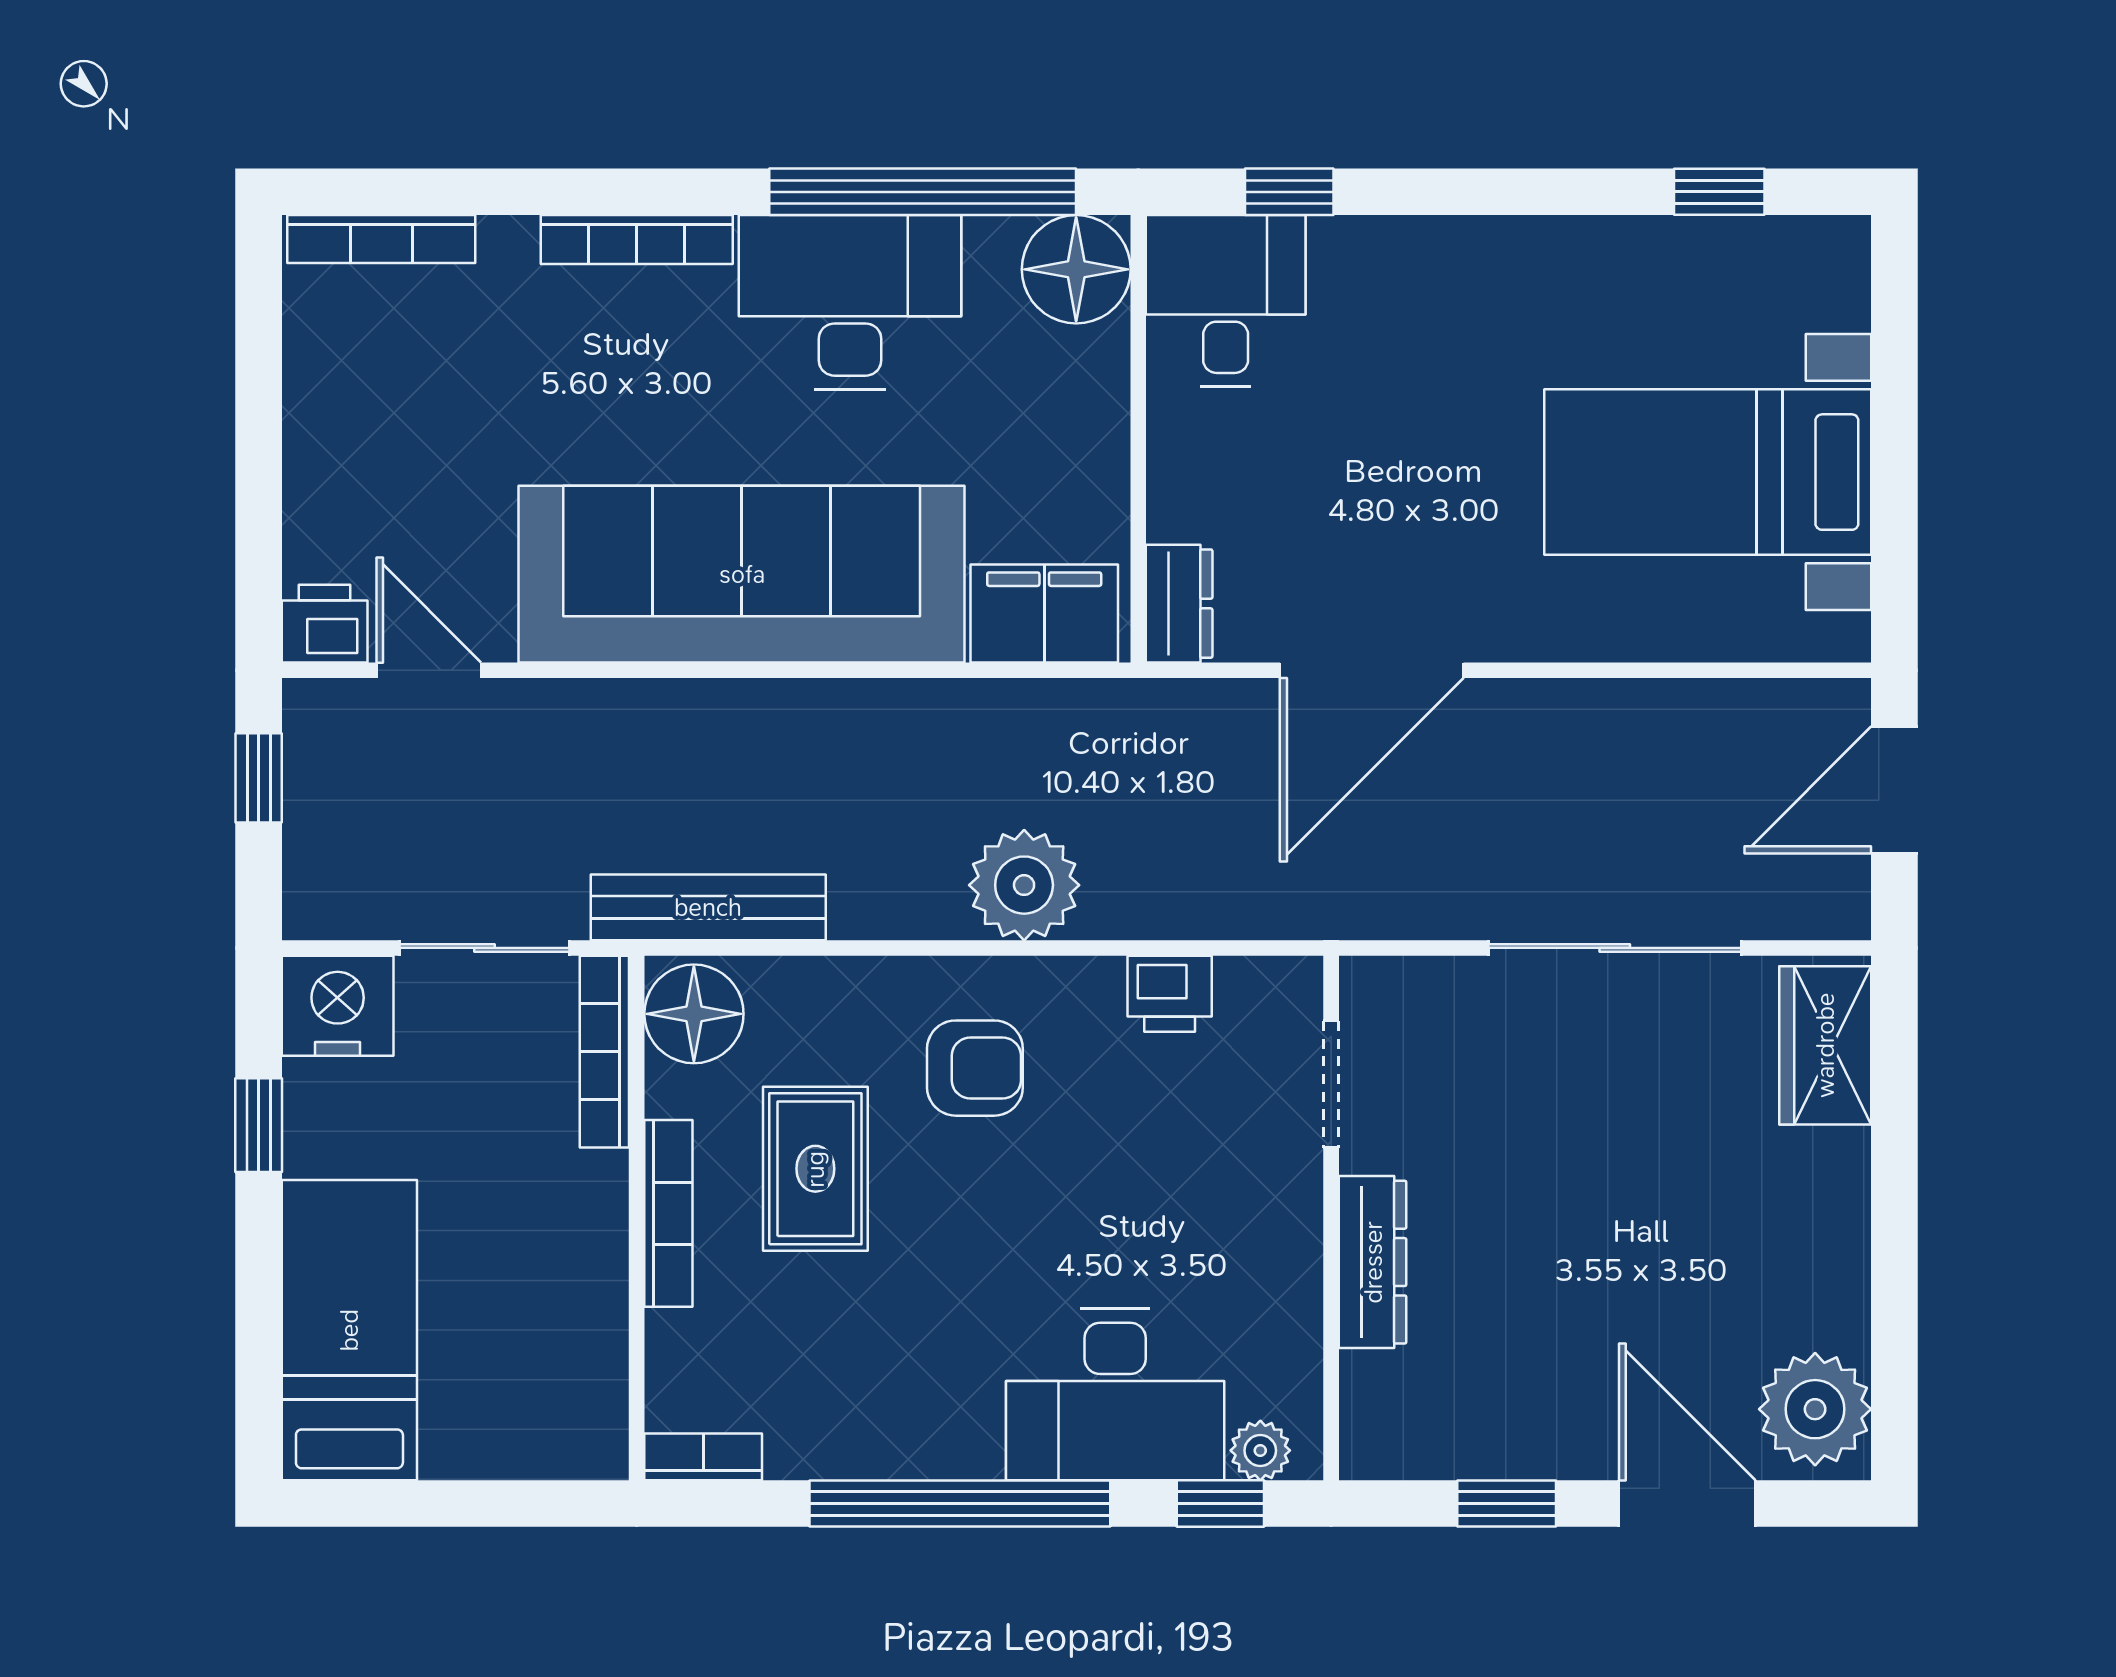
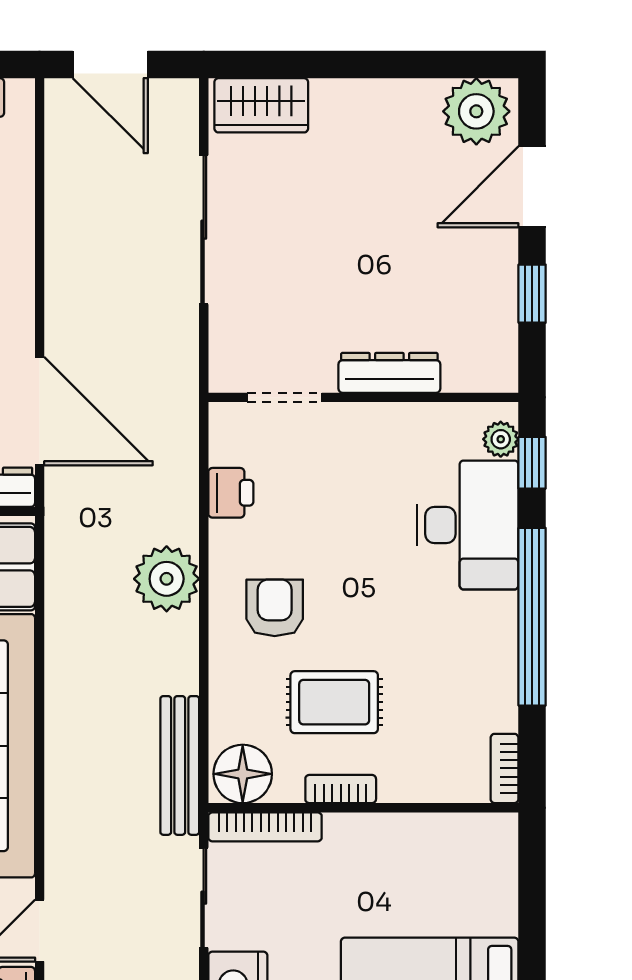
door: (1372, 670) -> (40, 411), moved
bookcase: (668, 1213) -> (341, 789), width x0.64

